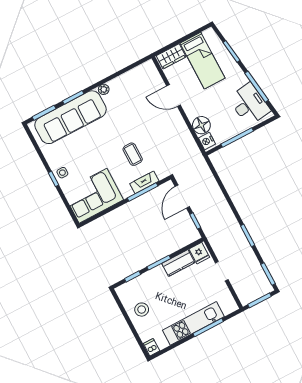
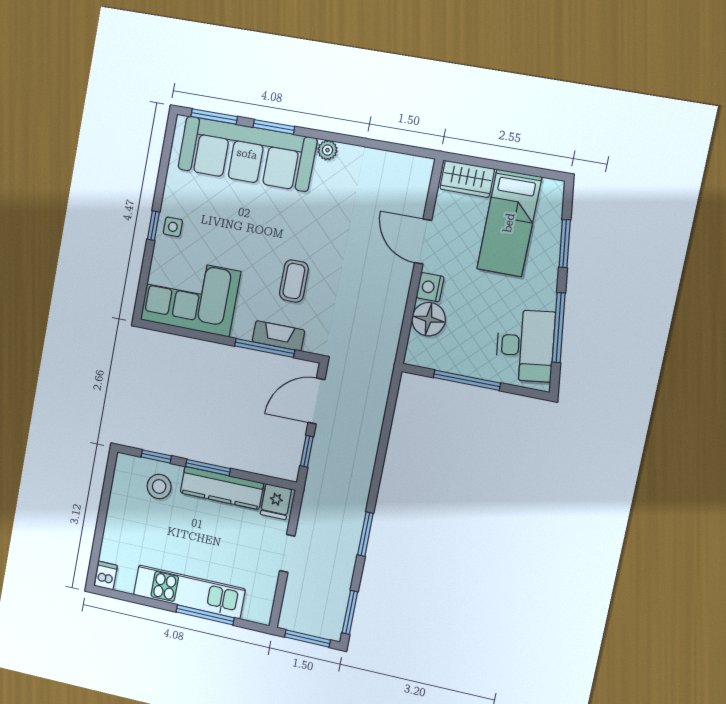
nightstand: (207, 141) -> (430, 287), moved
kitchen counter: (178, 263) -> (222, 488), width x1.50
stool: (142, 310) -> (159, 487), moved

